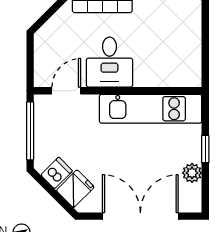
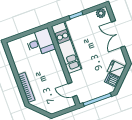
desk: (109, 62) -> (40, 42), moved
plant: (192, 173) -> (101, 13), moved
double door: (140, 216) -> (118, 34), width x0.73

